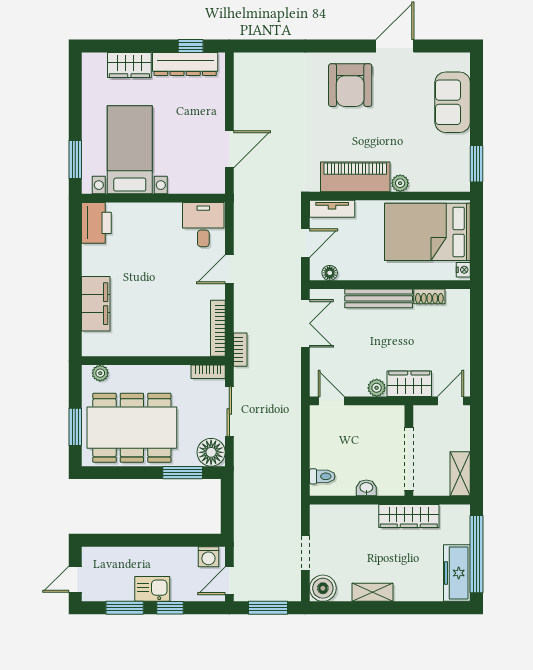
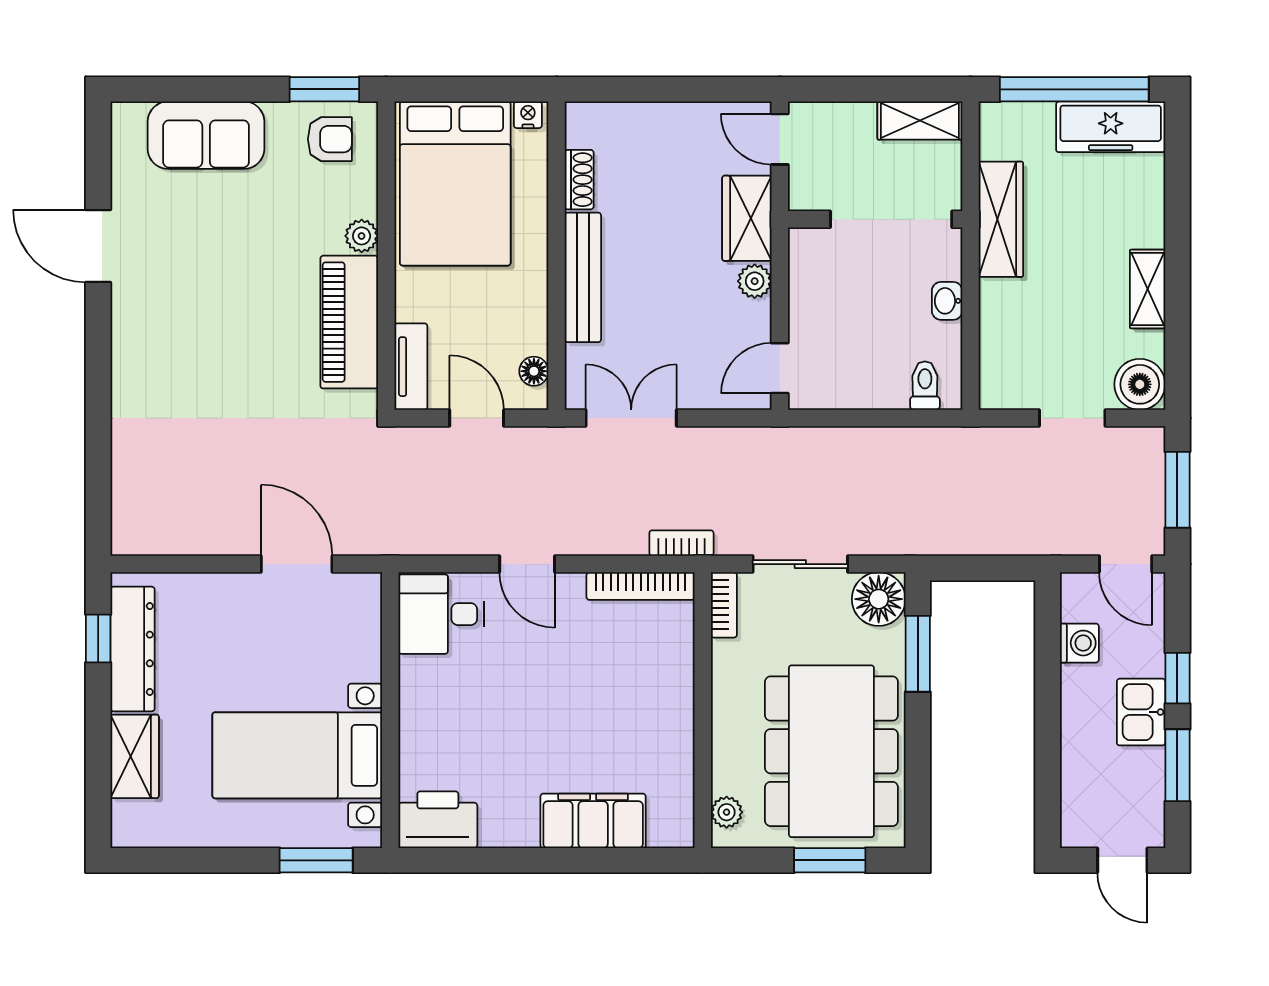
armchair: (350, 85) -> (330, 139), moved, width x0.53, depth x0.53
washing machine: (208, 557) -> (1079, 643), moved

